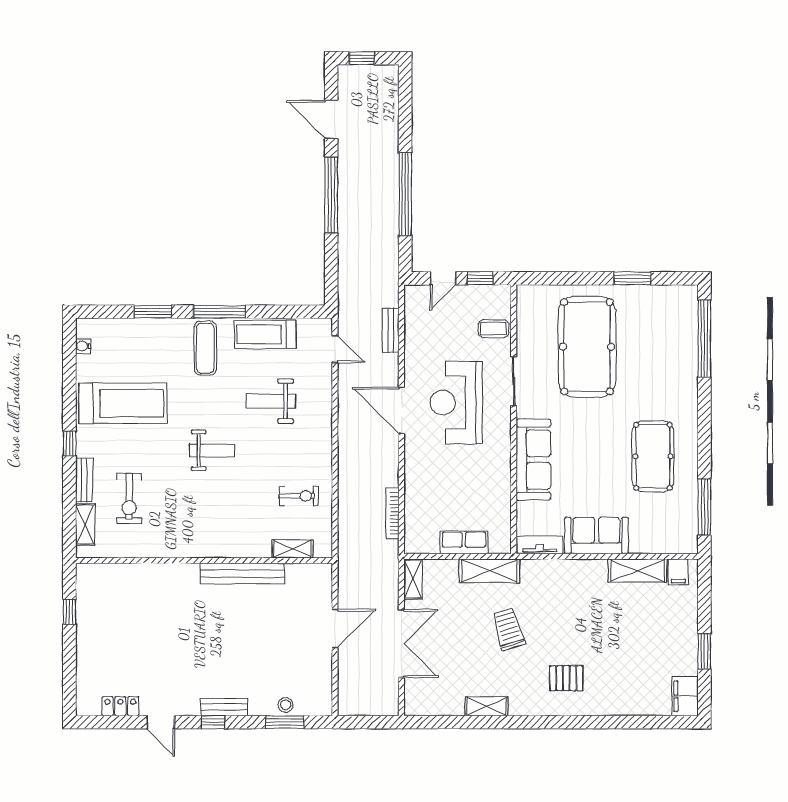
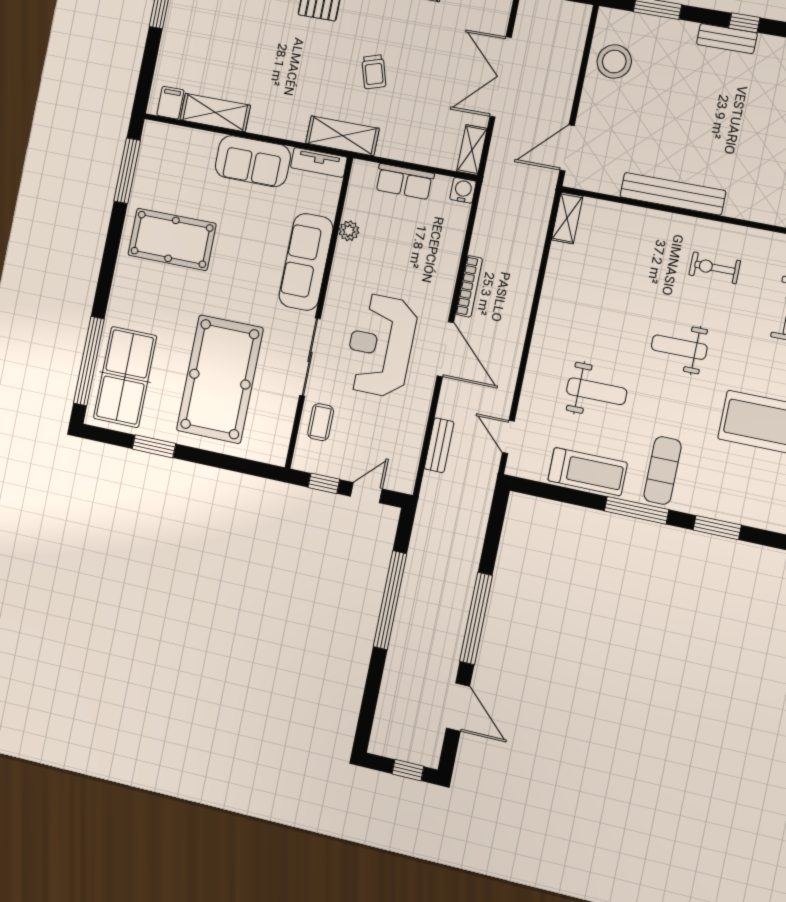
coffee table: (494, 329) -> (321, 422), turned 90
table tennis table: (670, 332) -> (125, 377), added
sliding door: (514, 381) -> (310, 357), width x1.37
reception desk: (456, 403) -> (381, 345), turned 180
pool table: (653, 456) -> (172, 239), turned 90
plant: (502, 493) -> (349, 231), added
exercise bike: (299, 496) -> (715, 268), moved
bookcase: (392, 514) -> (469, 286), moved
water cooler: (414, 544) -> (463, 190), added
shelving: (292, 549) -> (567, 218), moved, turned 90
shelving: (489, 571) -> (342, 136), moved
door: (335, 628) -> (567, 148), moved
trolley: (508, 629) -> (374, 72), width x0.73, depth x0.72
stool: (286, 705) -> (614, 62), moved, width x1.89, depth x1.89

